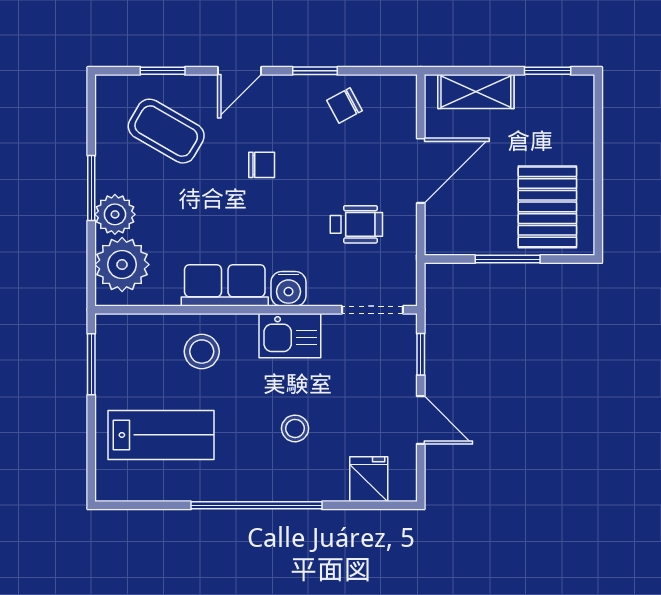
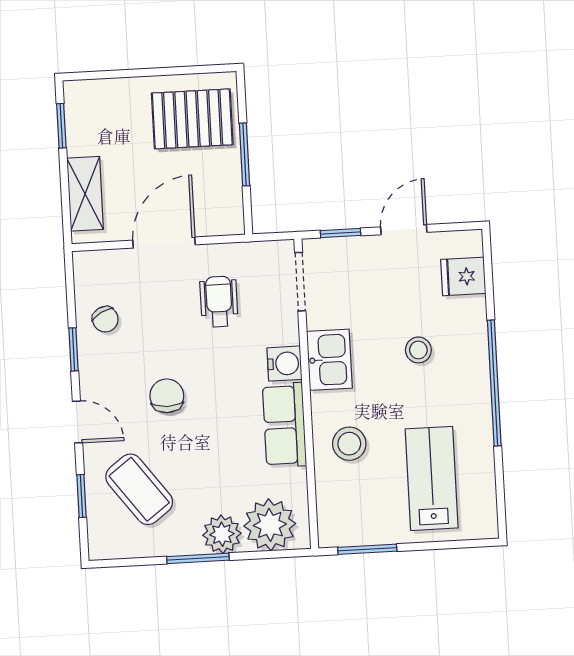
coffee table: (166, 131) -> (139, 489), turned -67
chair: (262, 165) -> (167, 396), width x1.37, depth x1.37
door: (421, 171) -> (164, 243), hinge flipped

